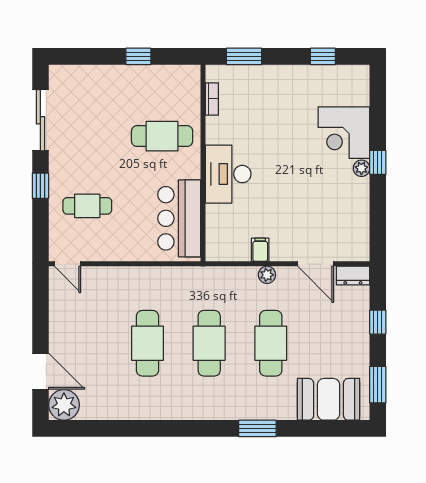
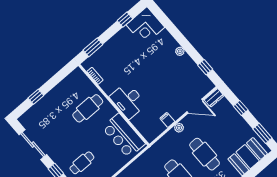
window: (138, 56) -> (36, 97), moved
corner desk: (344, 133) -> (145, 26), moved
window: (378, 162) -> (205, 67), moved

